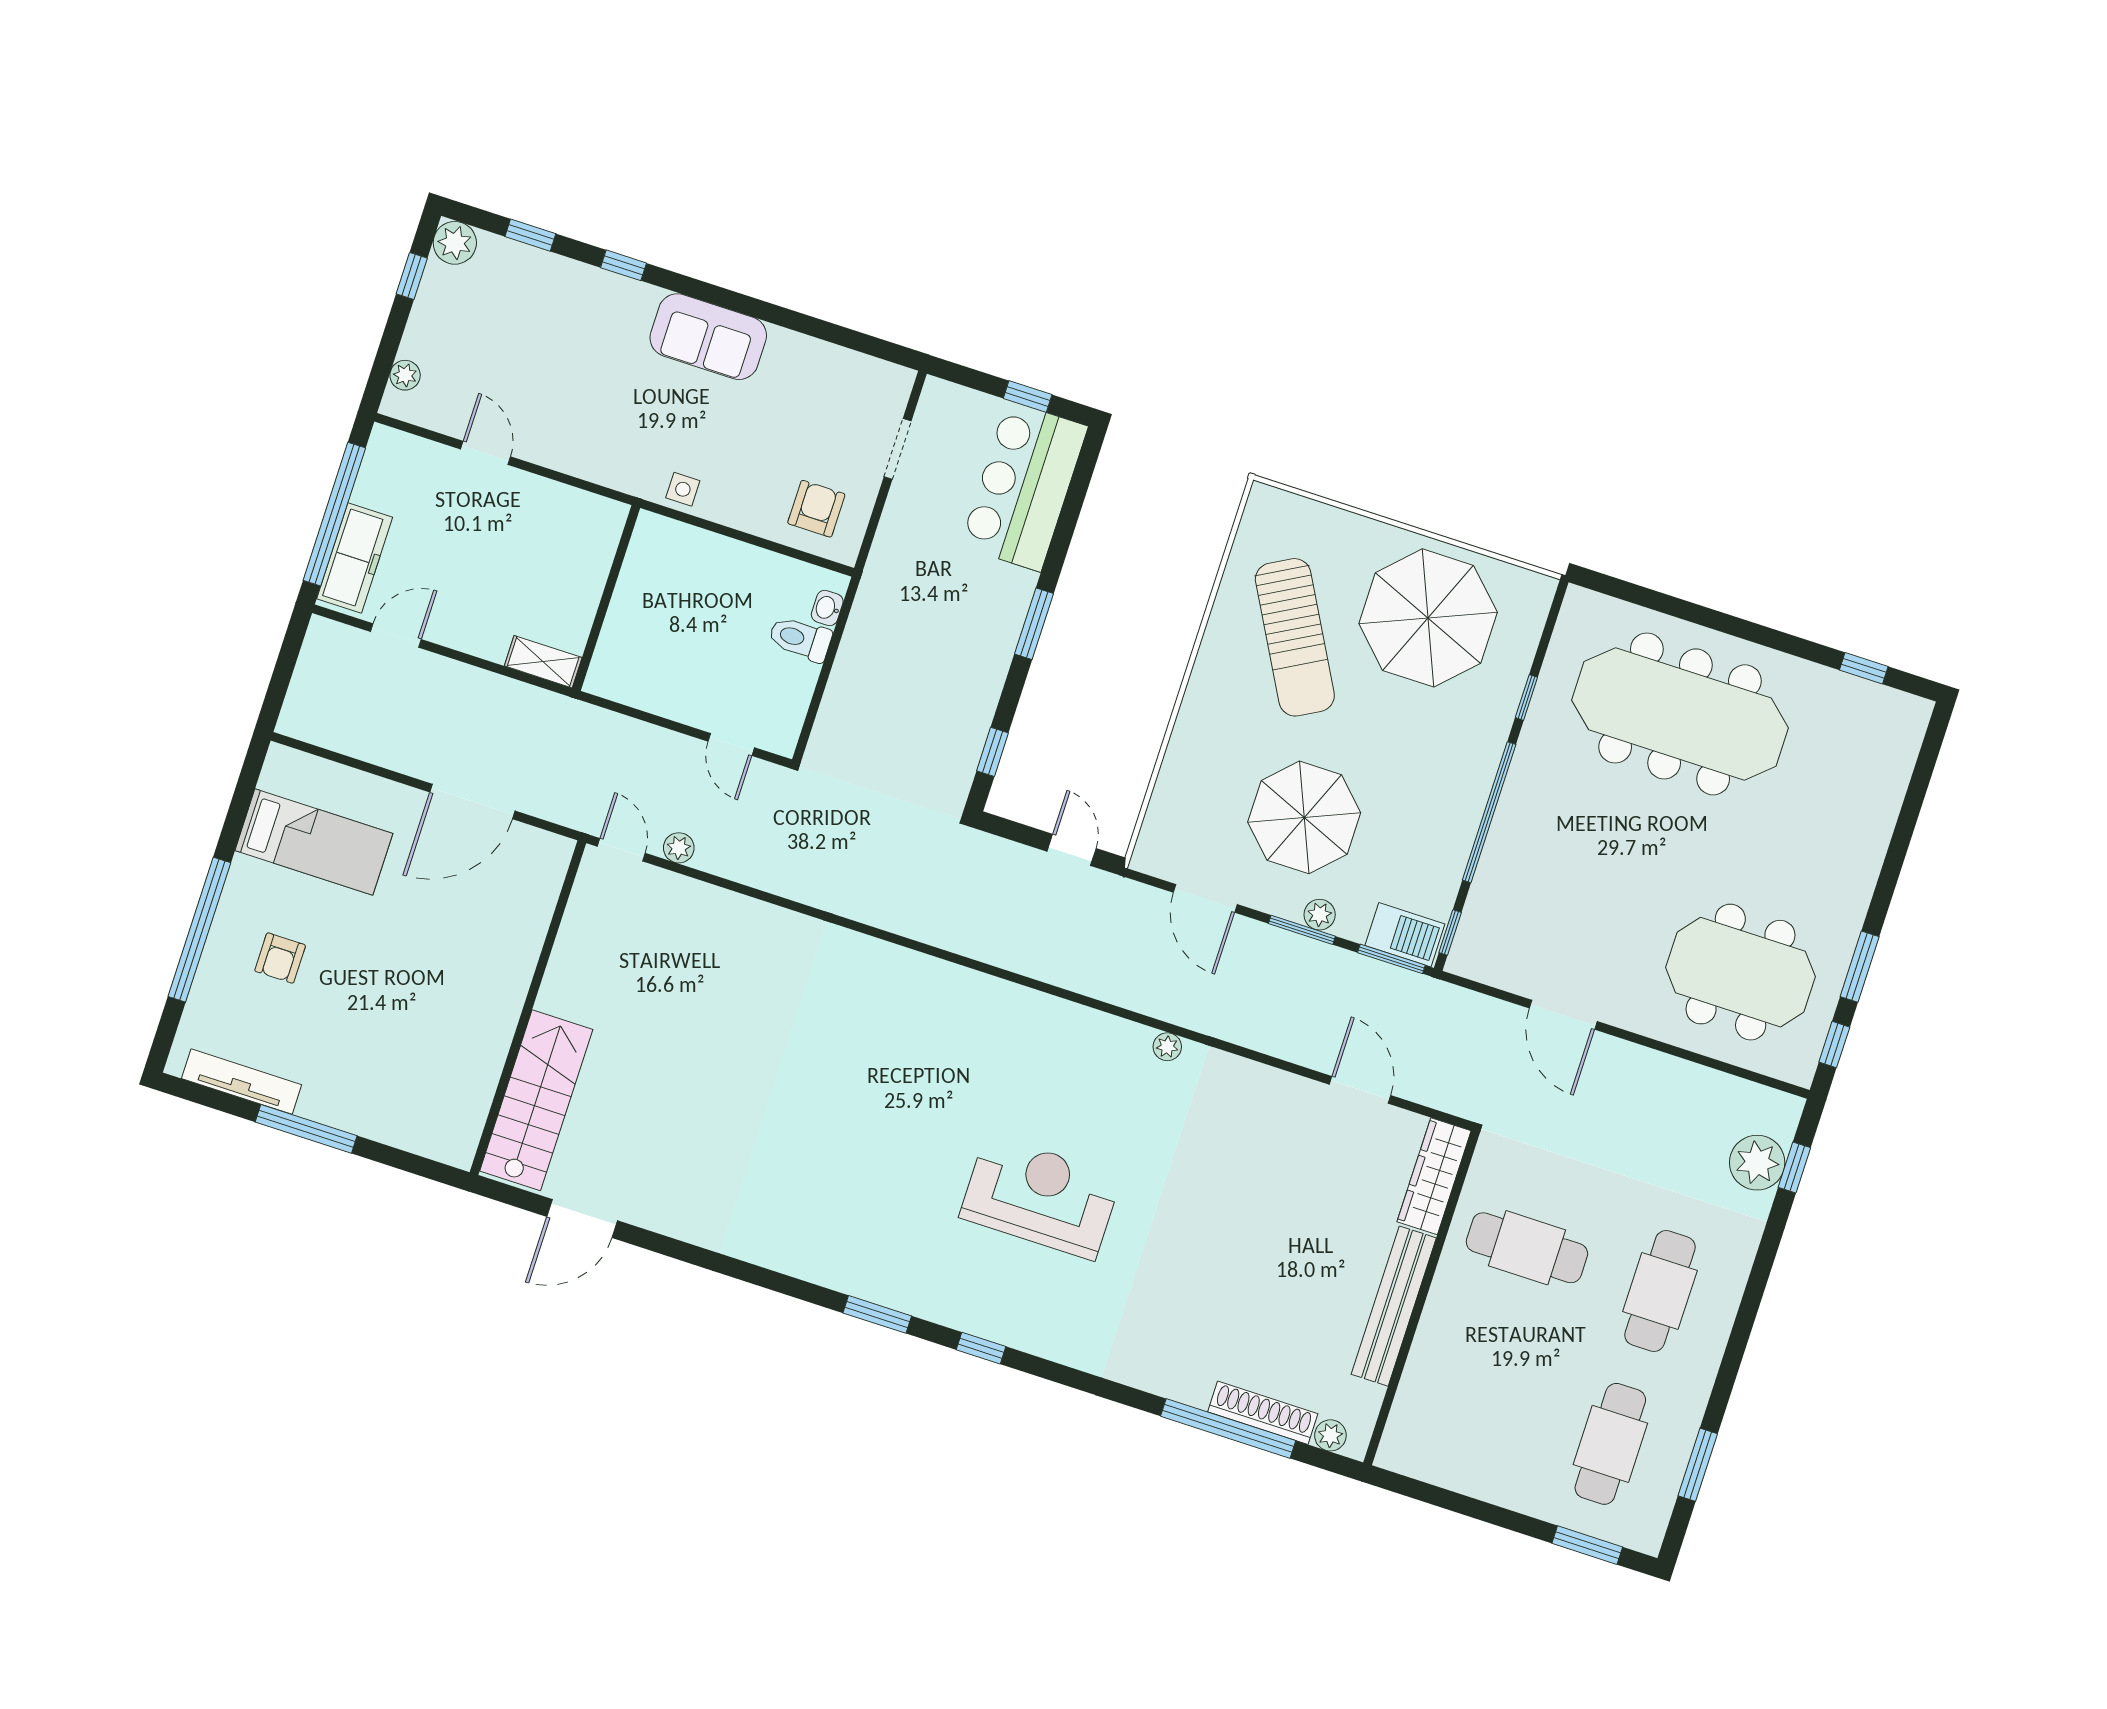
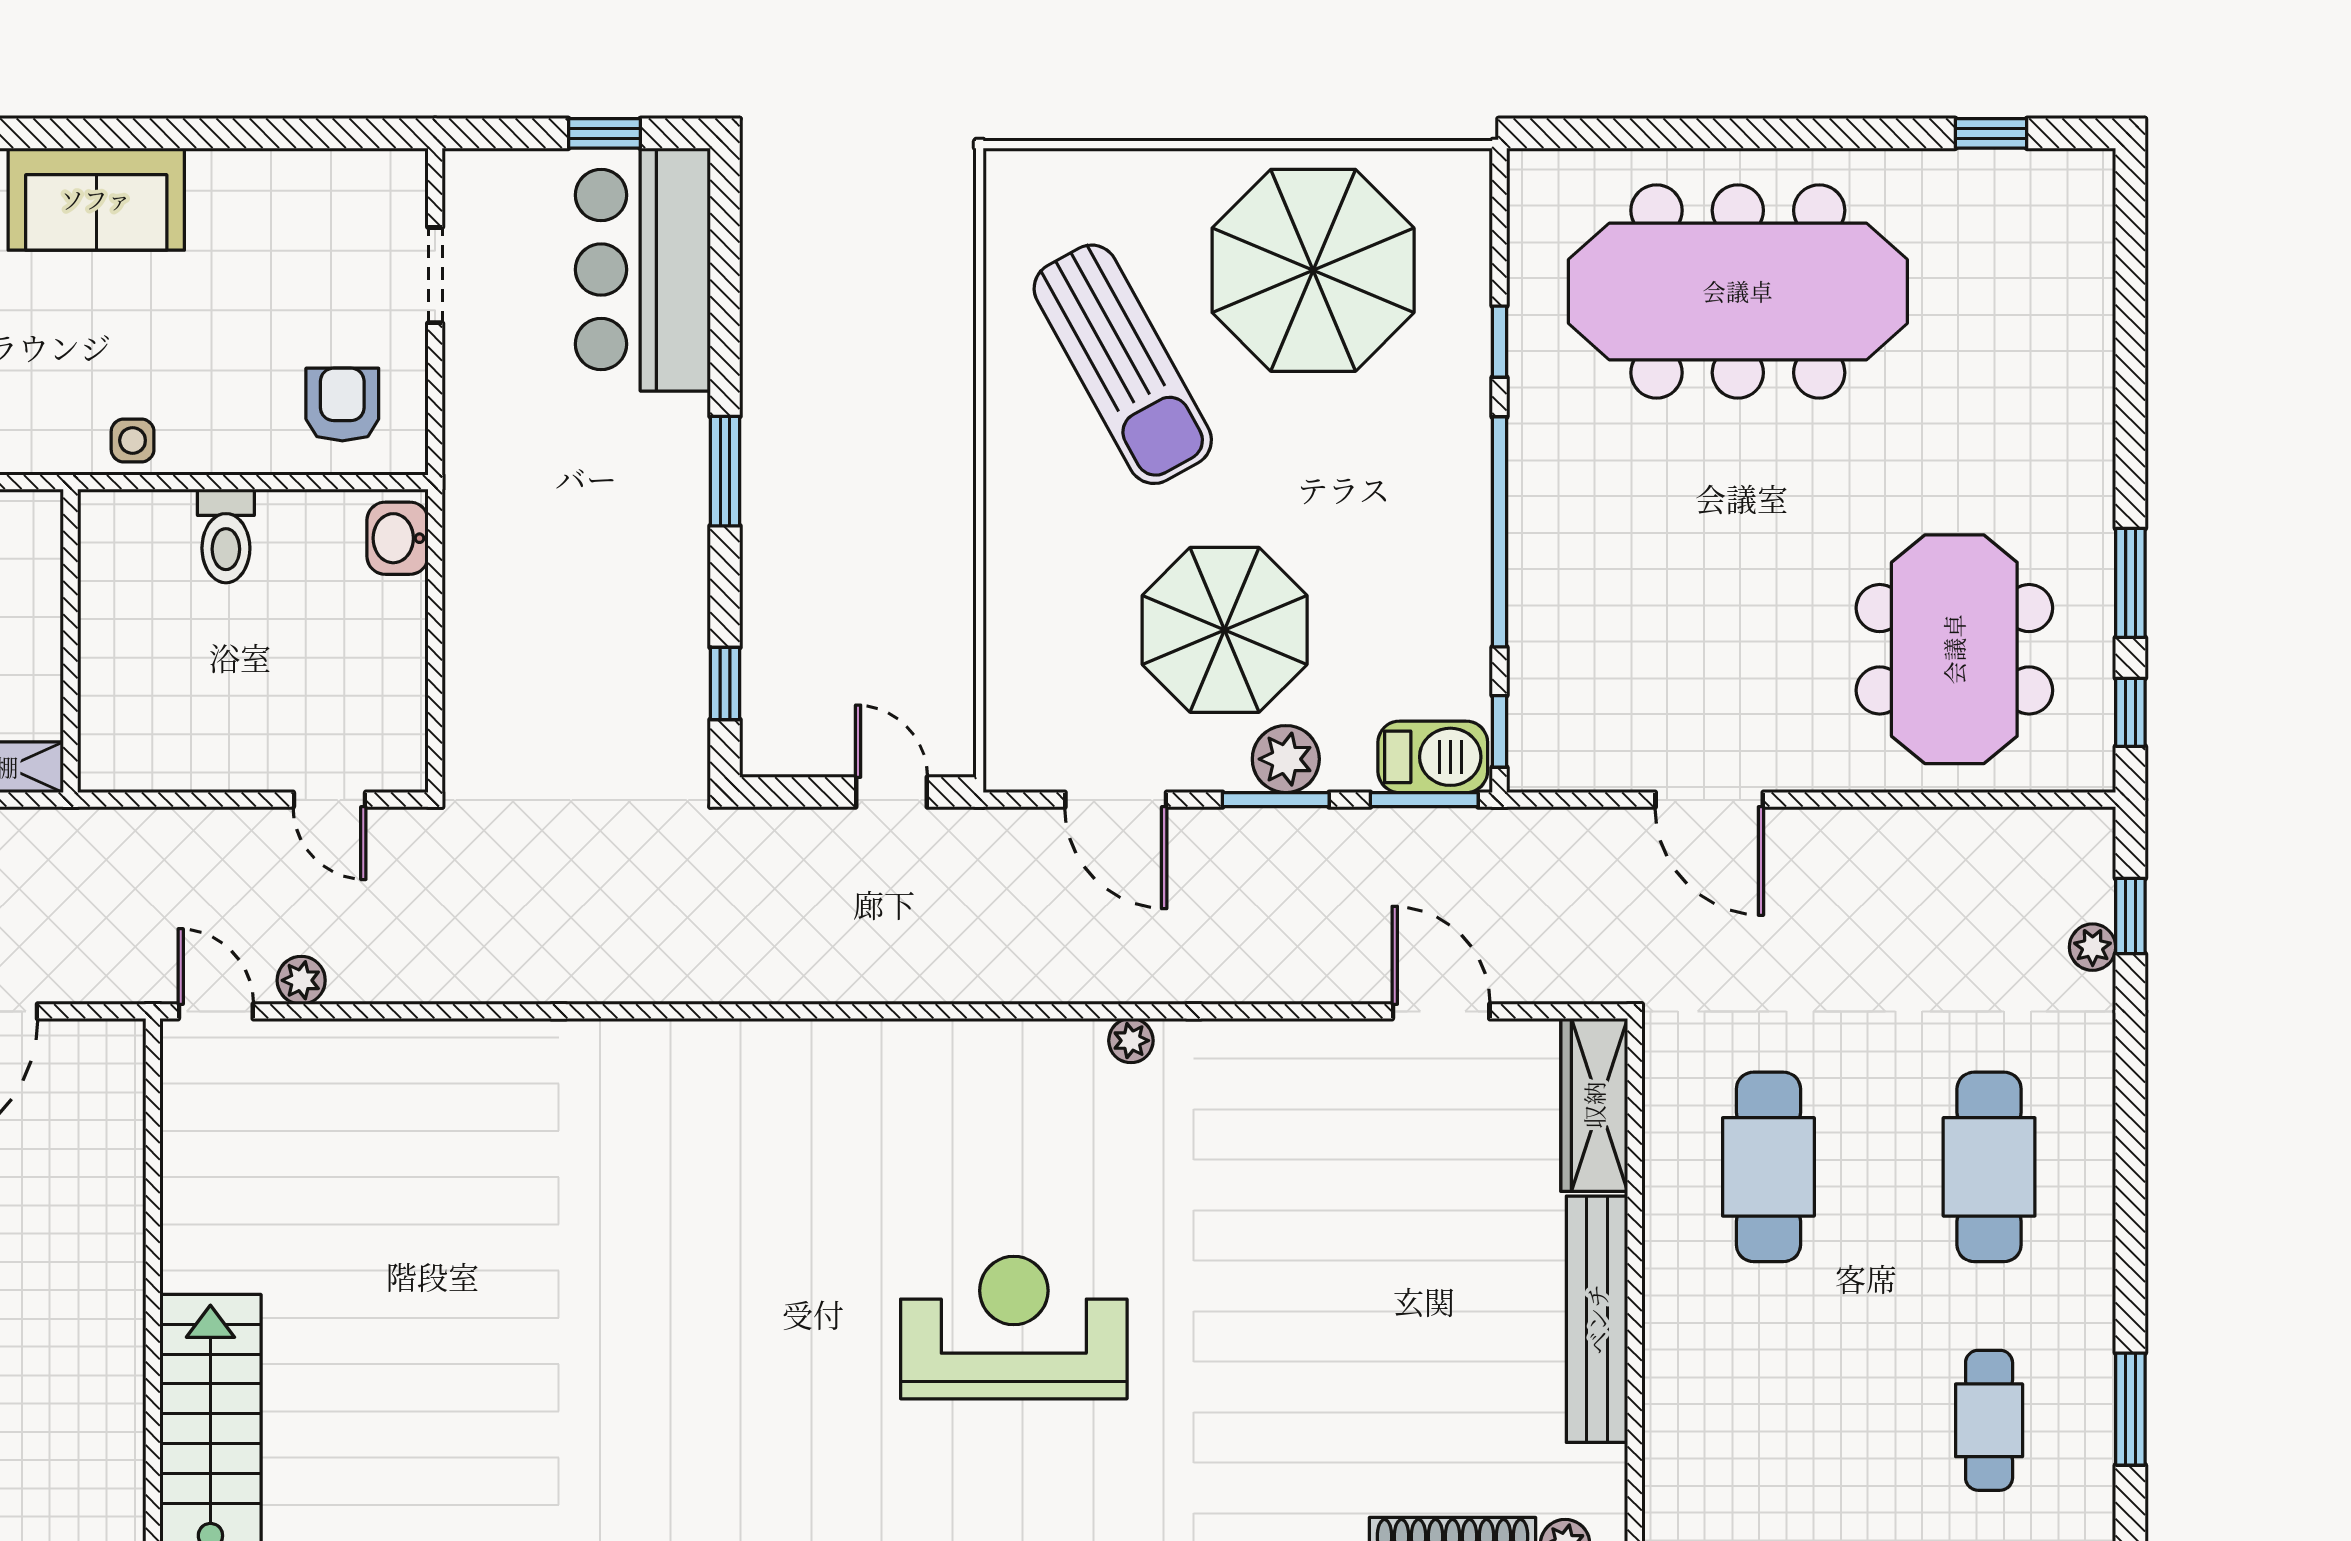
washbasin: (827, 608) -> (398, 538), width x1.38, depth x1.45
toilet: (800, 639) -> (226, 536), moved, turned -90
plant: (1320, 915) -> (1286, 759), width x1.38, depth x1.38
meeting table: (1740, 972) -> (1954, 649), turned 90
plant: (1757, 1163) -> (2093, 947), width x0.53, depth x0.53
cafe table: (1527, 1248) -> (1768, 1167), turned 90
cafe table: (1610, 1444) -> (1989, 1420), width x0.73, depth x0.74

